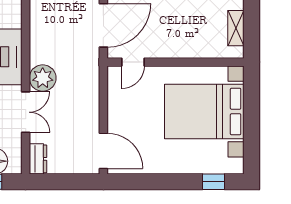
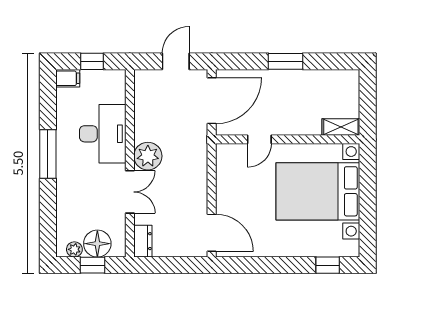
shelving: (236, 28) -> (341, 127), moved, turned 90
door: (133, 62) -> (259, 139), moved

